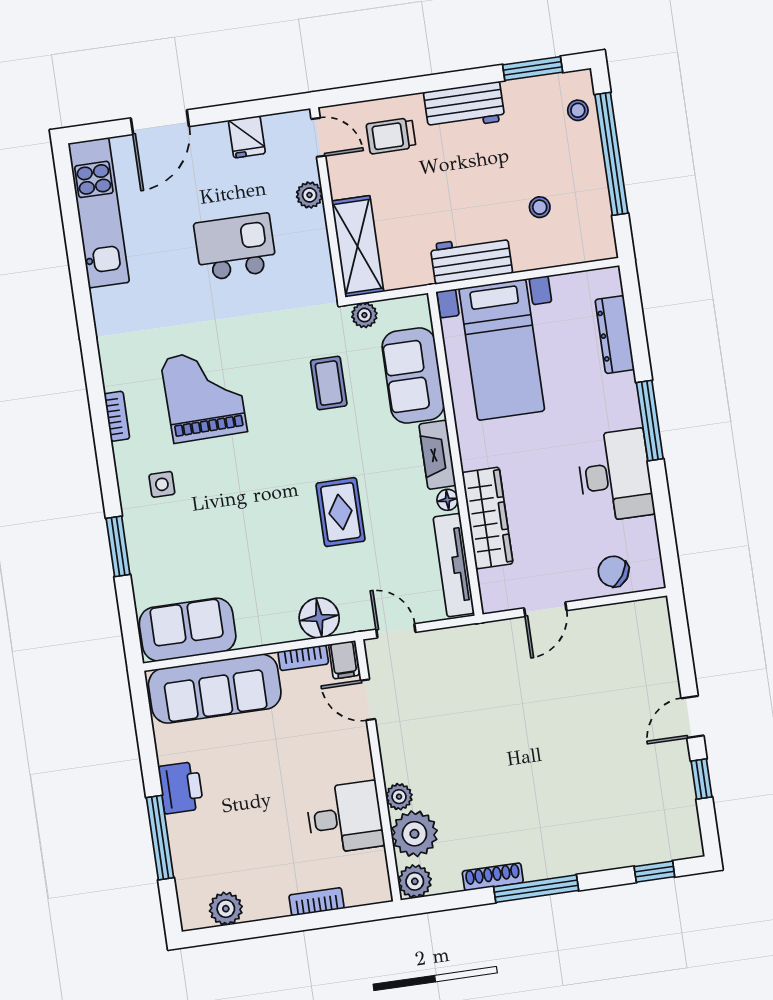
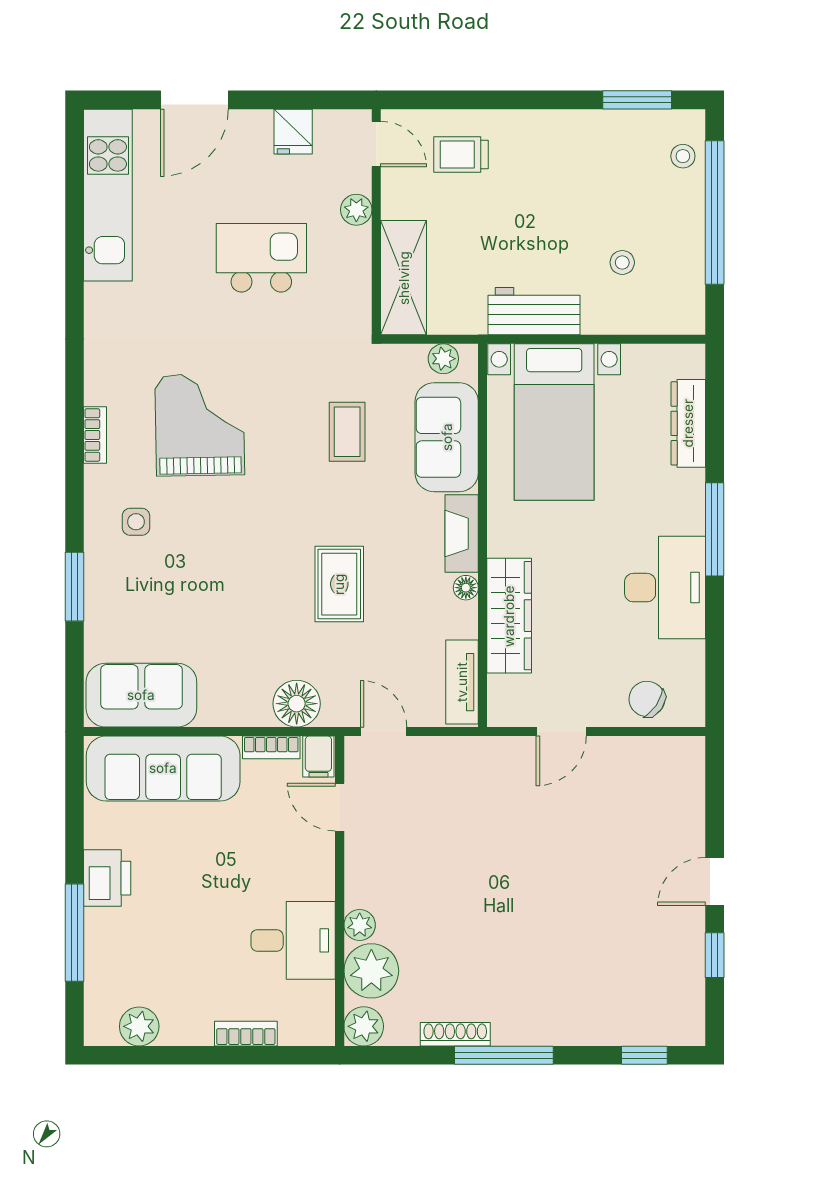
workbench: (464, 106) -> (551, 132), removed
plant: (364, 315) -> (443, 359), moved
tv unit: (454, 565) -> (462, 682), width x0.71

